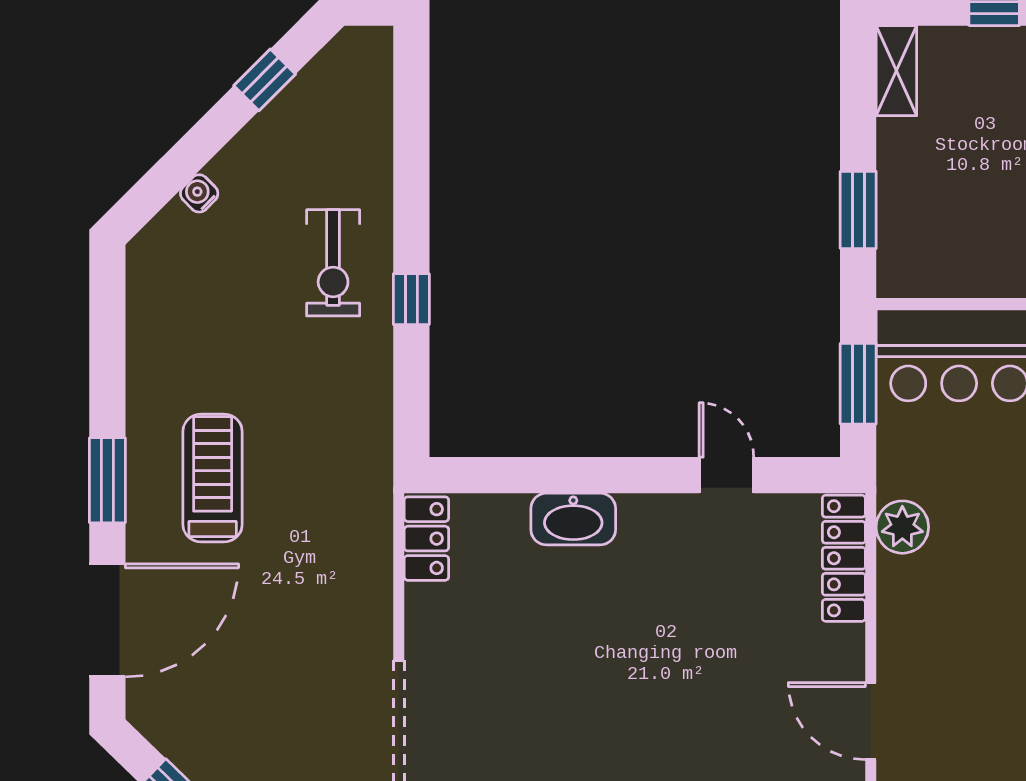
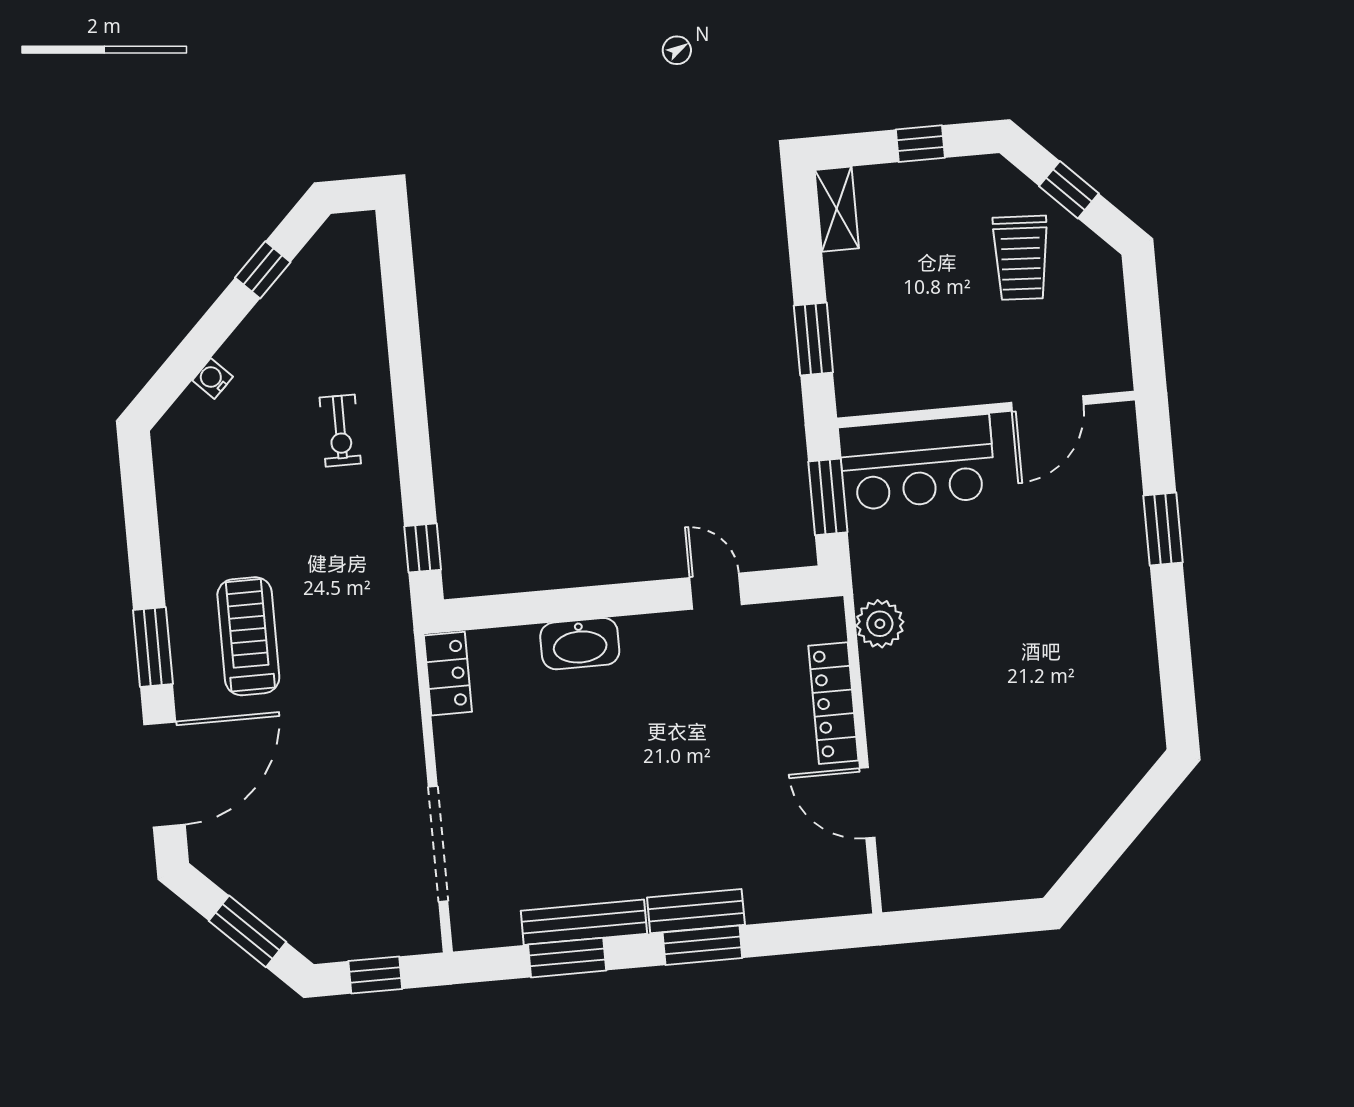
exercise bike: (333, 263) -> (340, 431), width x0.73, depth x0.72
window: (411, 299) -> (423, 548), moved
locker: (844, 558) -> (833, 703), moved

